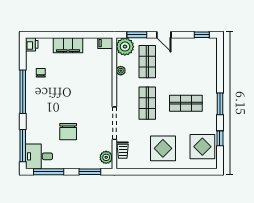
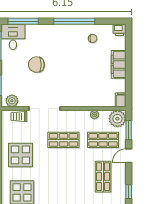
shop shelf: (186, 103) -> (103, 177), moved

